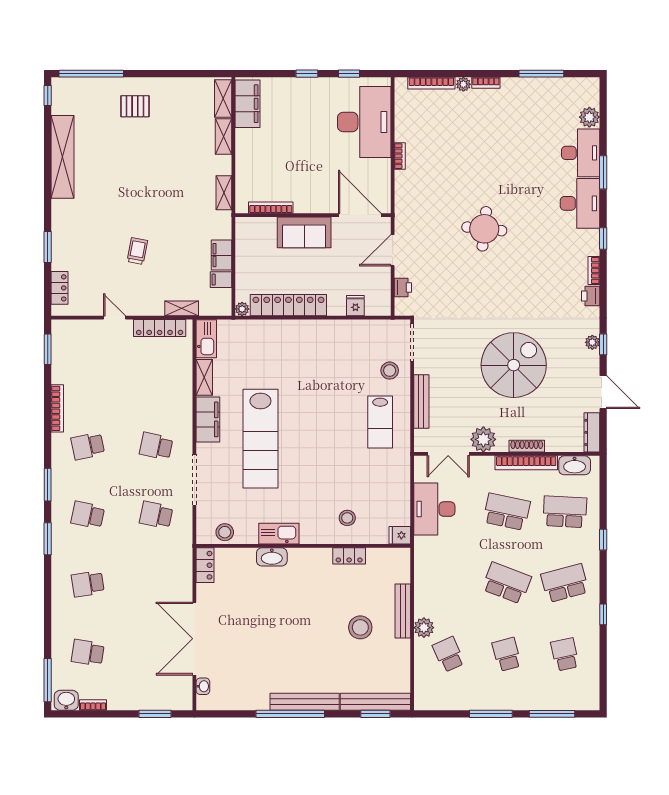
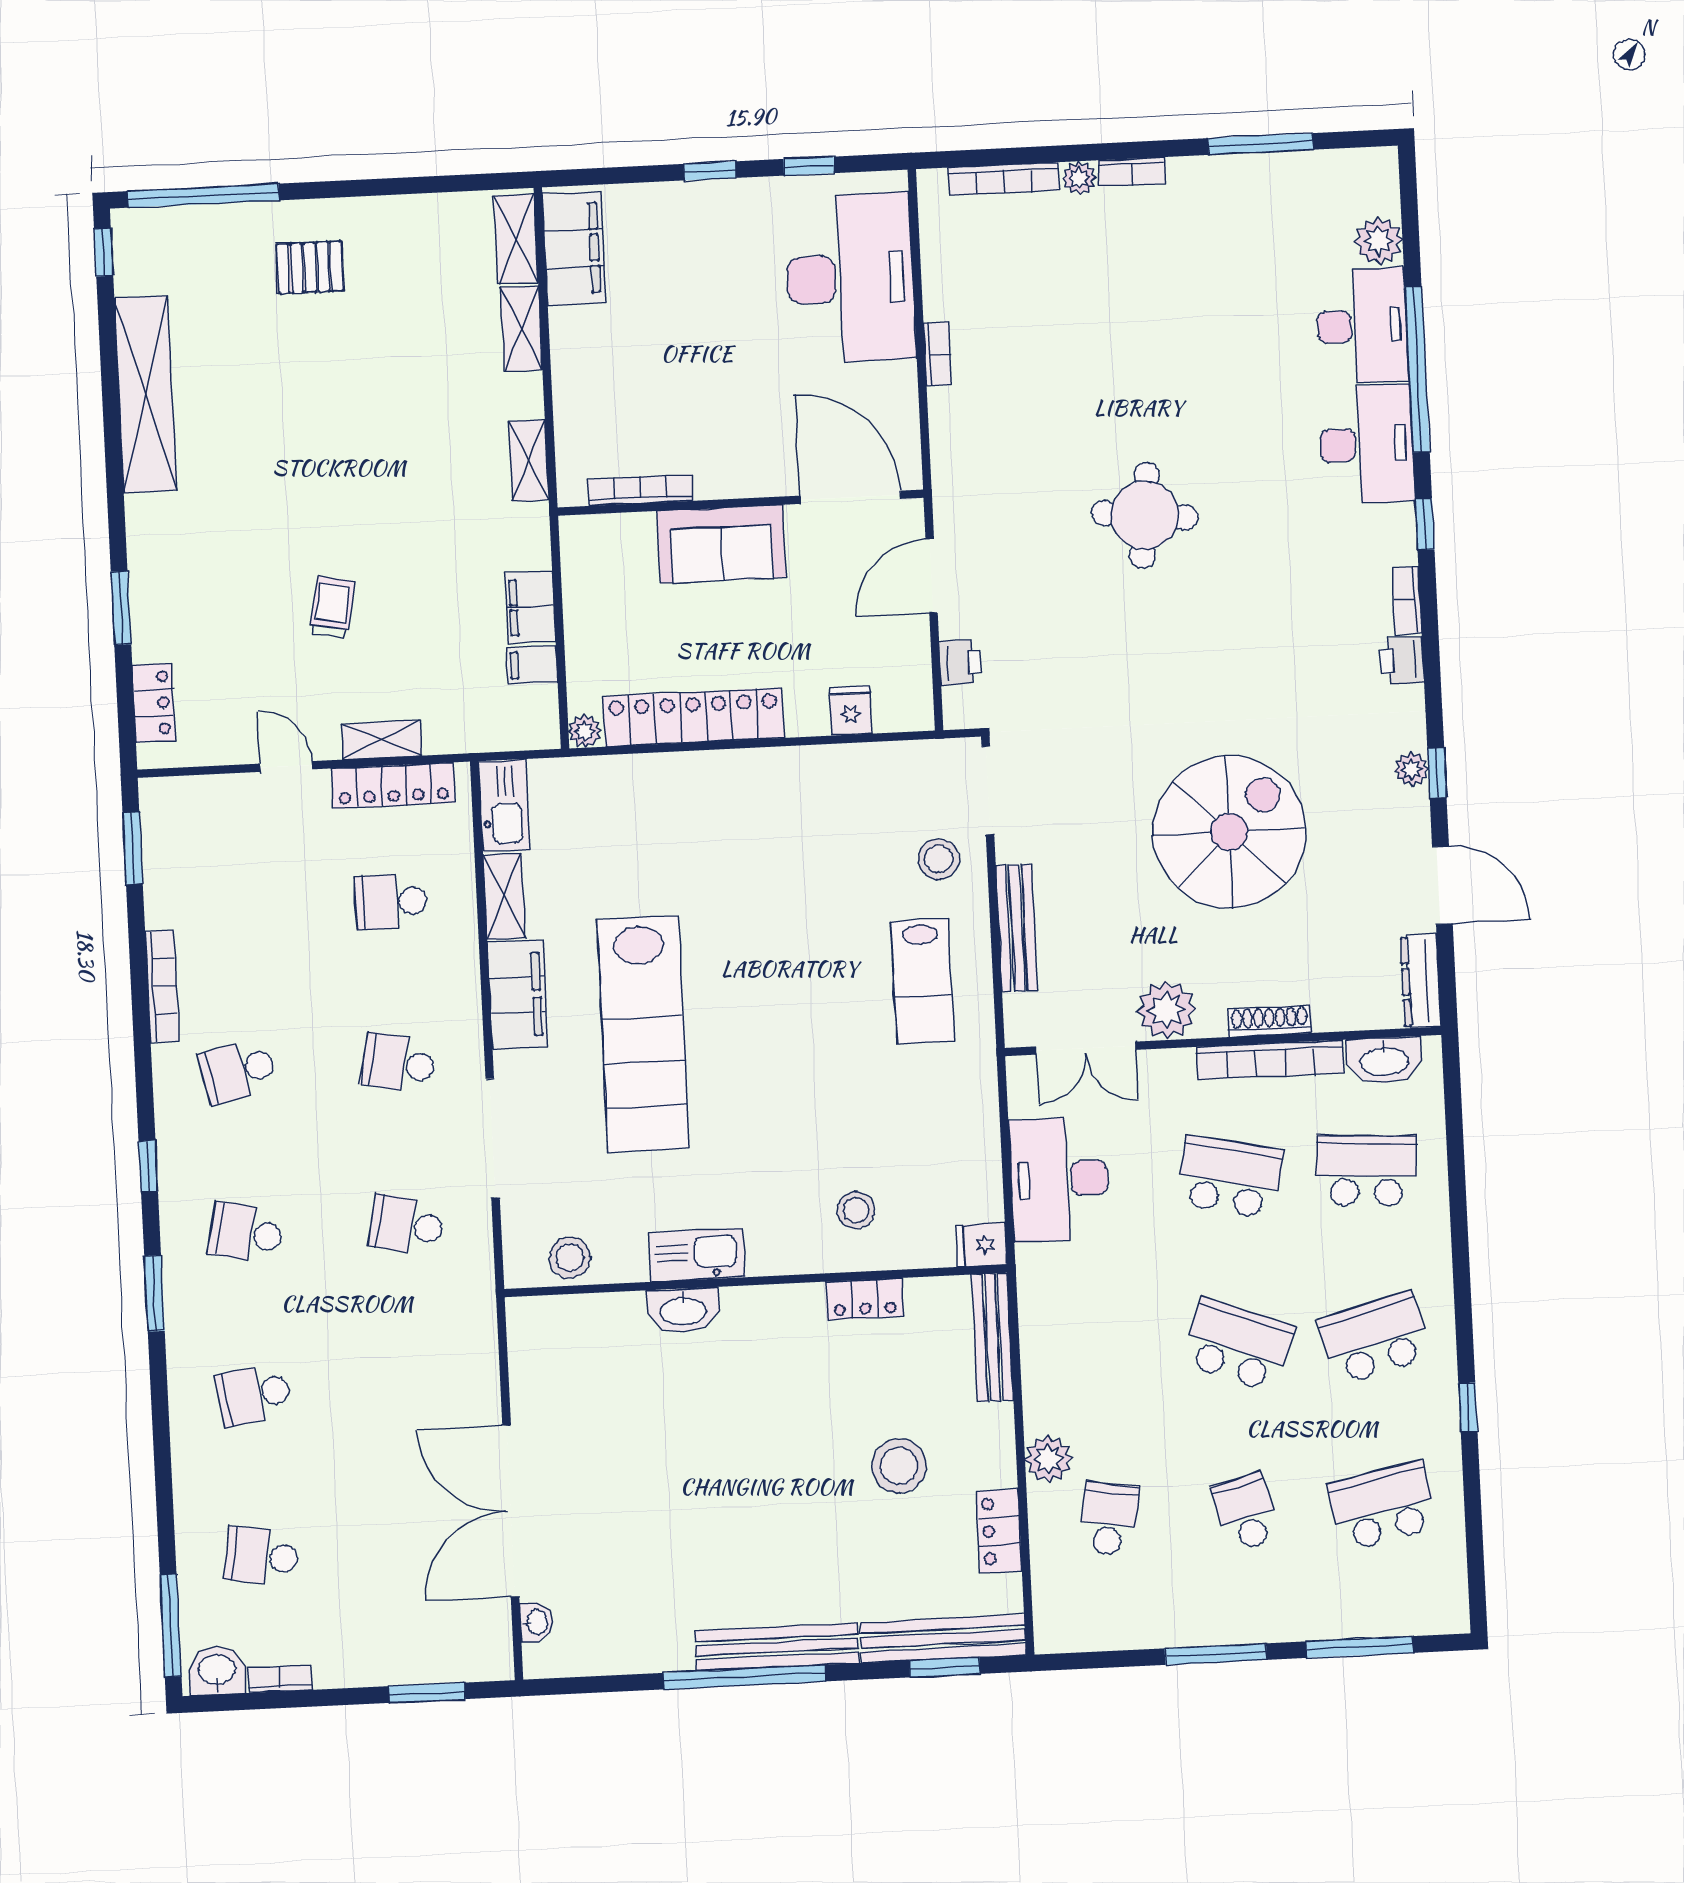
window: (603, 172) -> (1417, 369), width x2.11
shelving: (182, 308) -> (382, 740), moved
school desk: (156, 377) -> (391, 902), added
window: (48, 485) -> (148, 1166), width x0.67
window: (603, 540) -> (1459, 1232), removed
locker: (205, 565) -> (999, 1531), moved, turned 180
bench: (403, 611) -> (993, 1337), moved
school desk: (448, 654) -> (1109, 1519), turned 33
school desk: (565, 654) -> (1383, 1506), width x1.85

